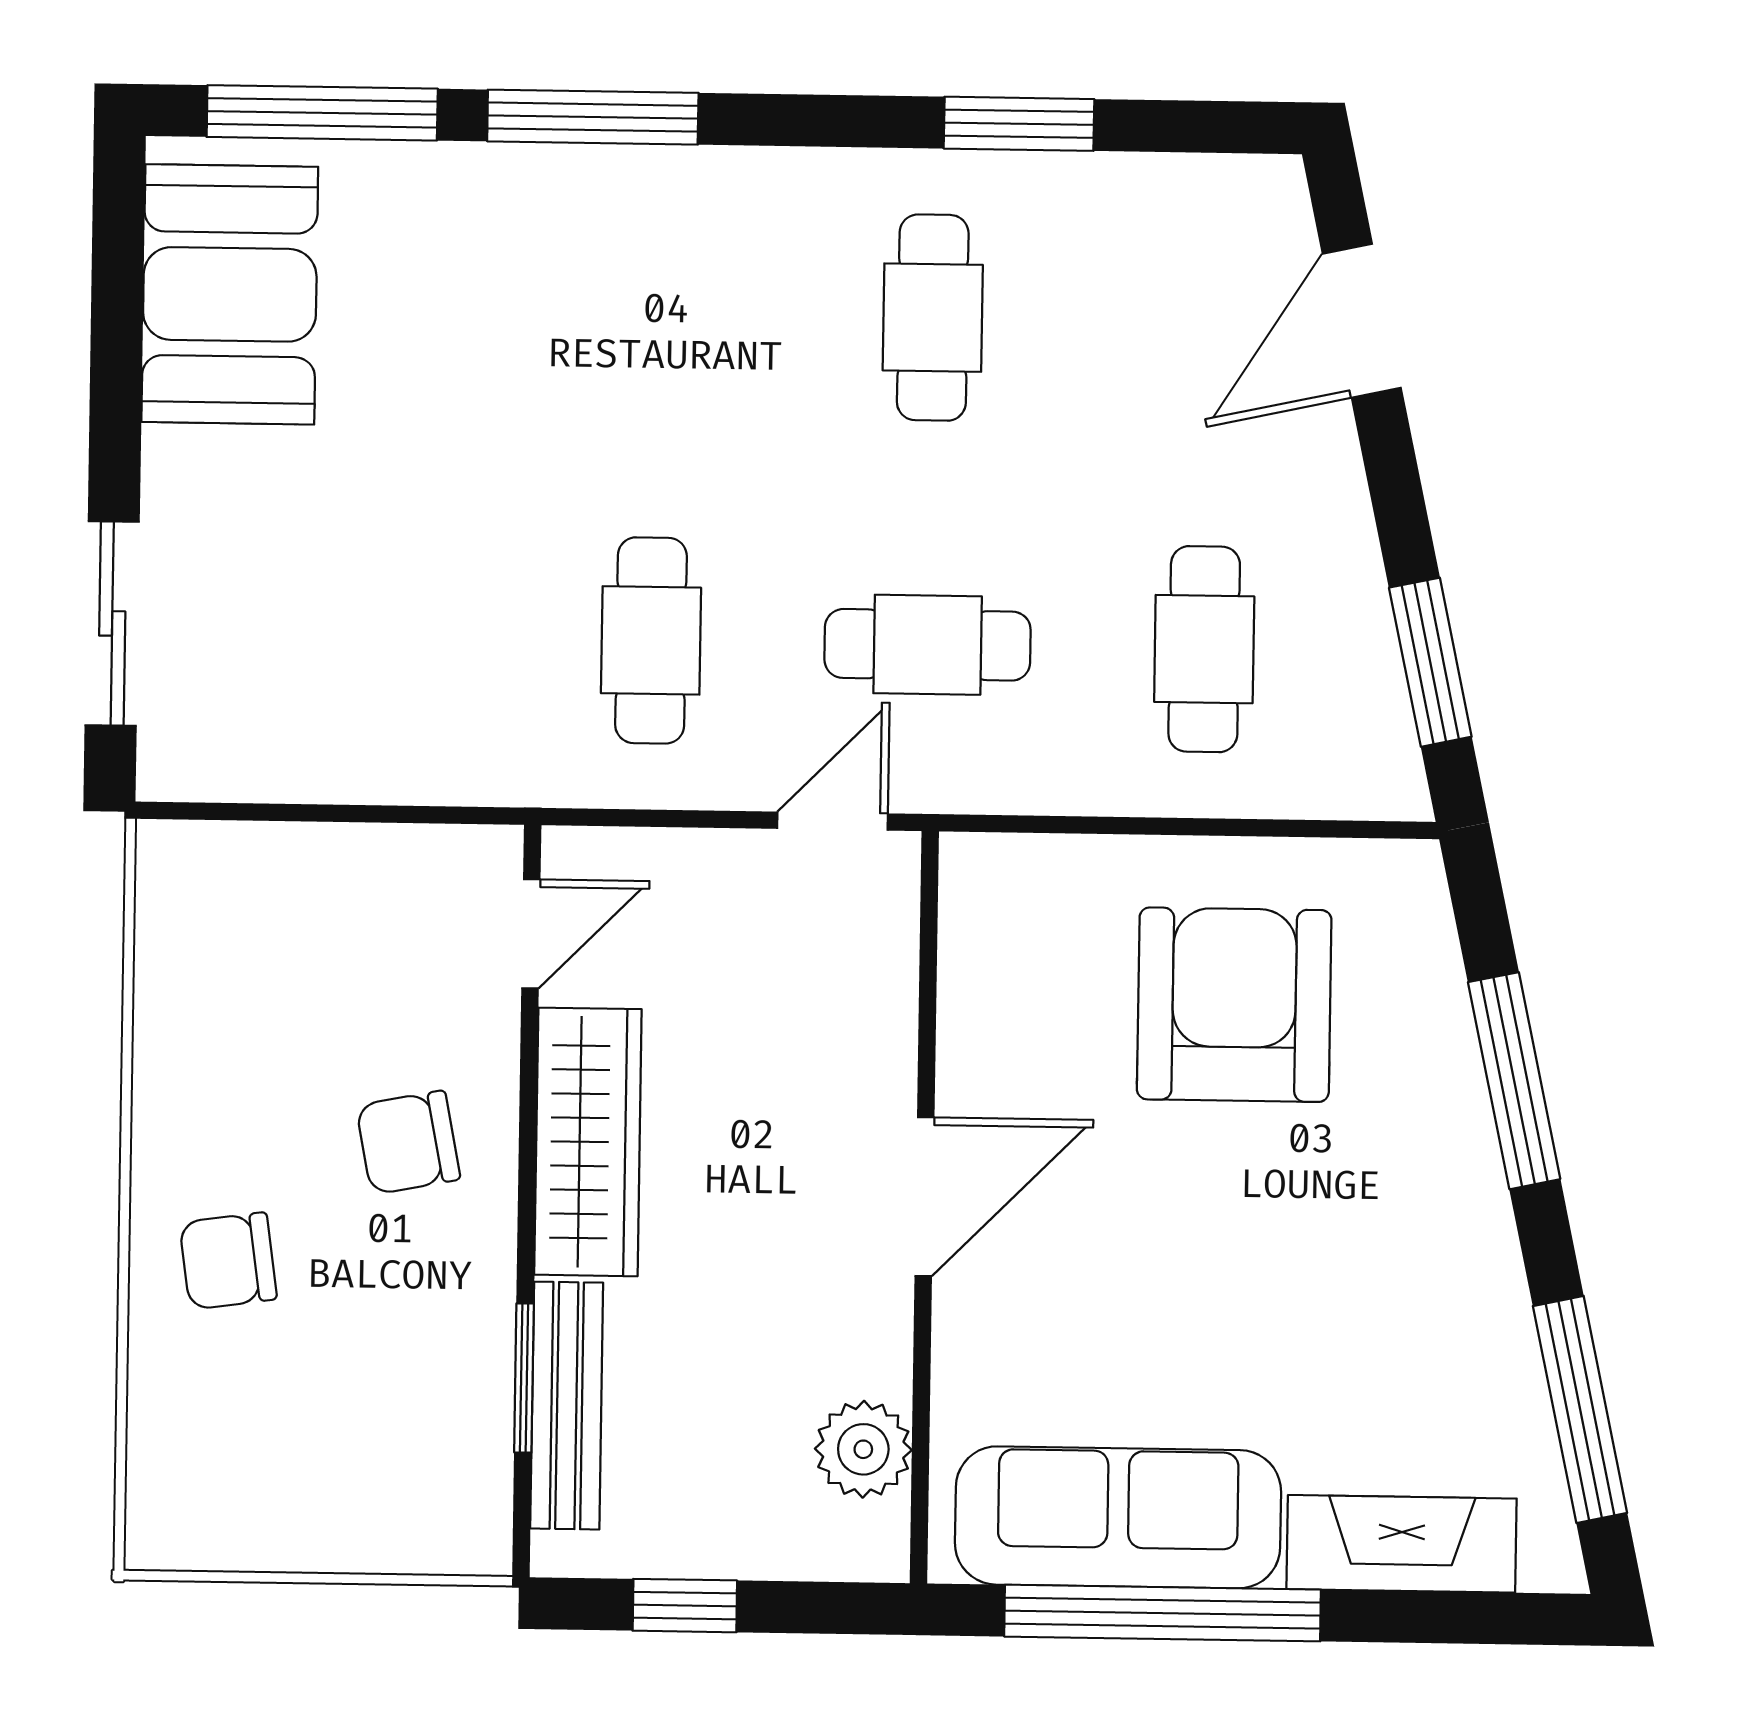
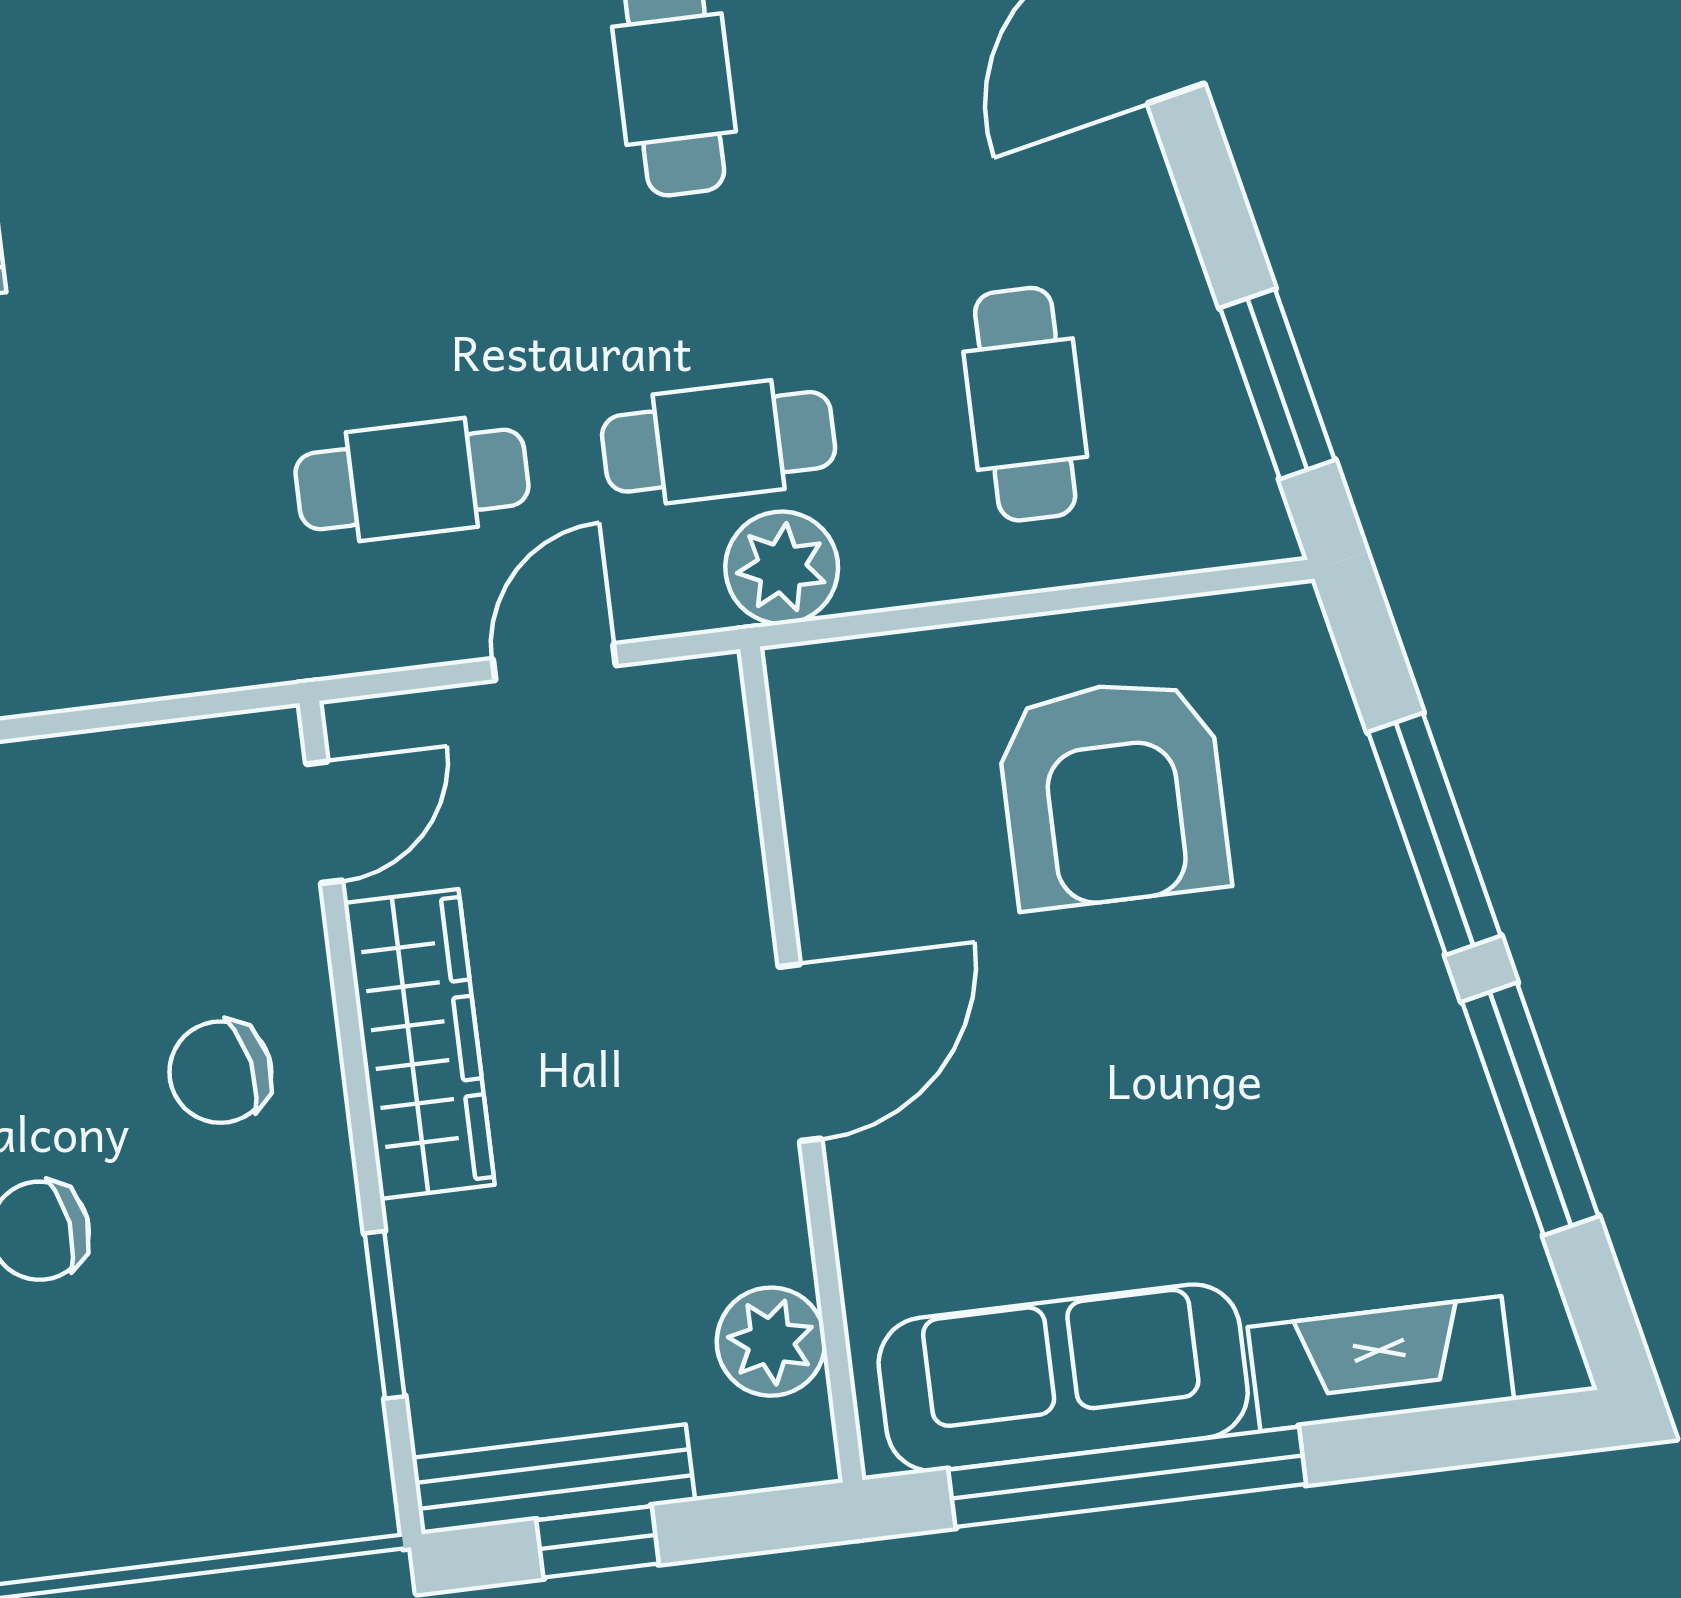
cafe table: (651, 640) -> (412, 479), turned 90
plant: (968, 764) -> (782, 568), added
door: (832, 821) -> (554, 662), moved
armchair: (1234, 1005) -> (1113, 793), turned 180
bench: (567, 1406) -> (553, 1479), moved, turned 90
window: (1580, 1409) -> (1530, 1109), moved

